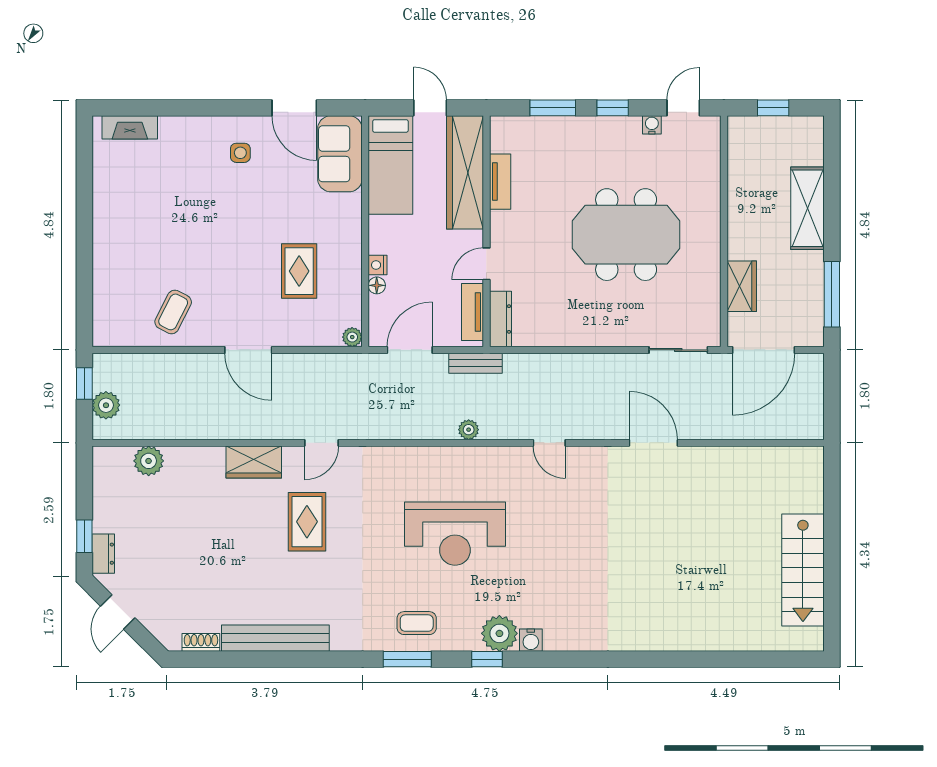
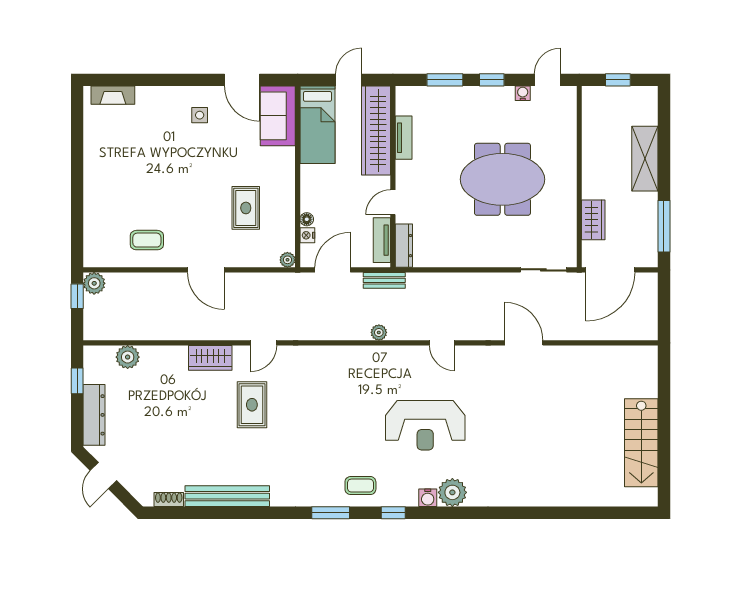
door: (430, 108) -> (349, 80), hinge flipped
nightstand: (378, 265) -> (307, 235), moved
coffee table: (173, 312) -> (147, 240), turned 63
plant: (106, 405) -> (94, 283), moved
reception desk: (455, 534) -> (425, 425), moved
window: (84, 536) -> (77, 381), moved
dresser: (103, 554) -> (94, 415), width x1.96, depth x1.24
coffee table: (417, 623) -> (360, 486), moved
plant: (499, 633) -> (452, 492), moved

